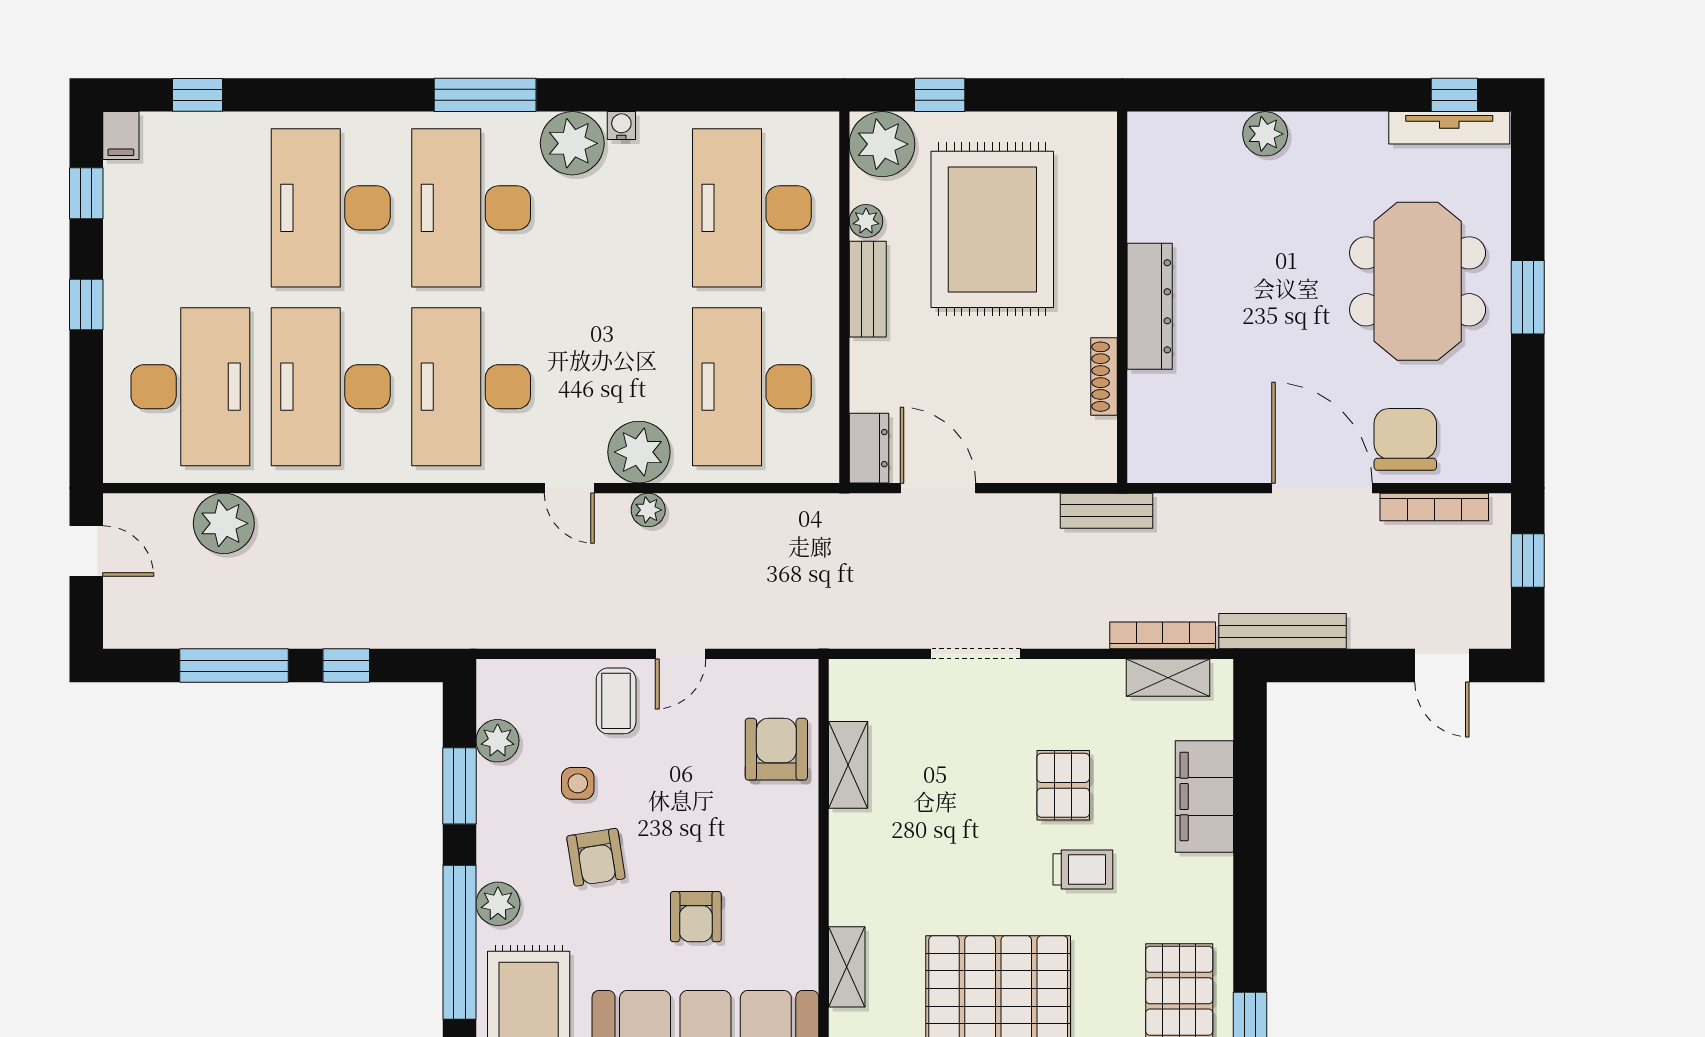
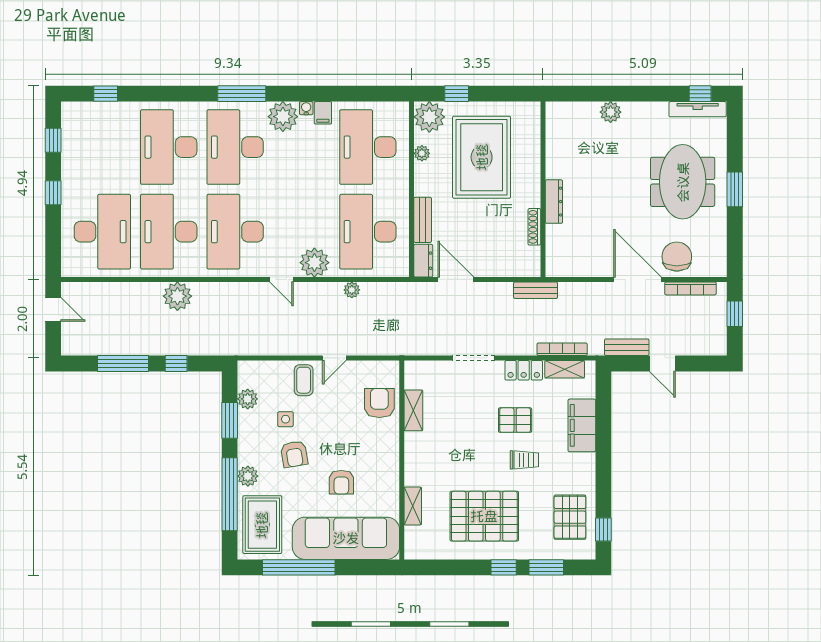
filing cabinet: (121, 136) -> (323, 113), moved
bench: (868, 289) -> (423, 220), moved
dresser: (1150, 306) -> (554, 202), width x0.73, depth x0.80
plant: (648, 510) -> (352, 290), moved
plant: (224, 523) -> (177, 296), moved
bench: (1282, 631) -> (627, 347), width x0.73
door: (1442, 666) -> (662, 363), moved
locker: (1081, 680) -> (524, 370), added
pallet: (1063, 785) -> (515, 420), turned 90

